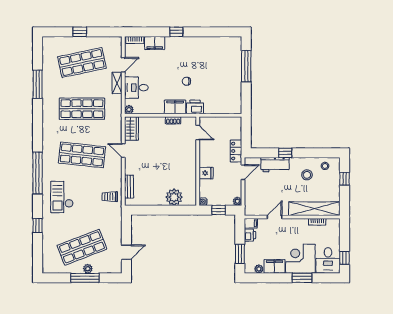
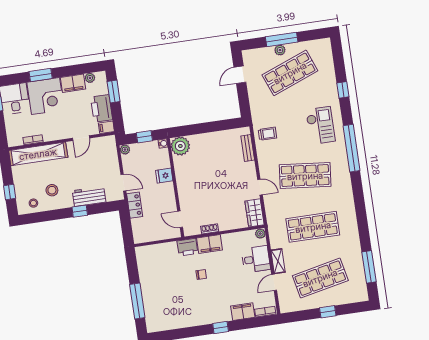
window: (38, 84) -> (369, 267), moved
door: (243, 172) -> (123, 183), swing flipped
plant: (174, 197) -> (180, 146), moved
printer: (250, 235) -> (102, 108), width x1.87, depth x1.48

